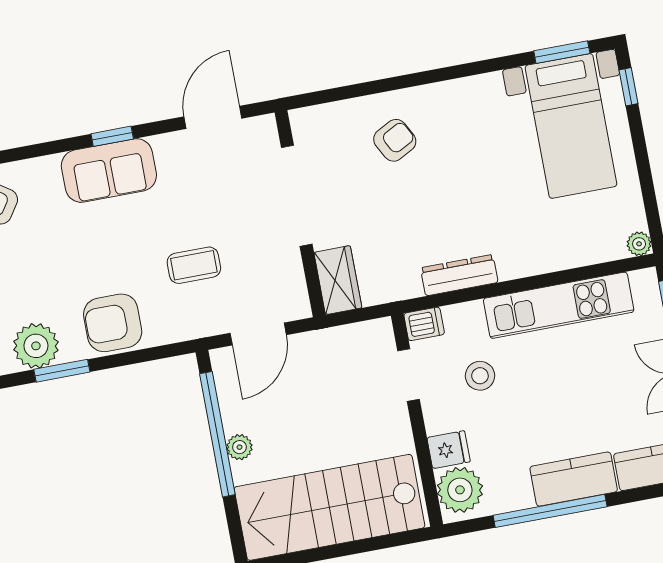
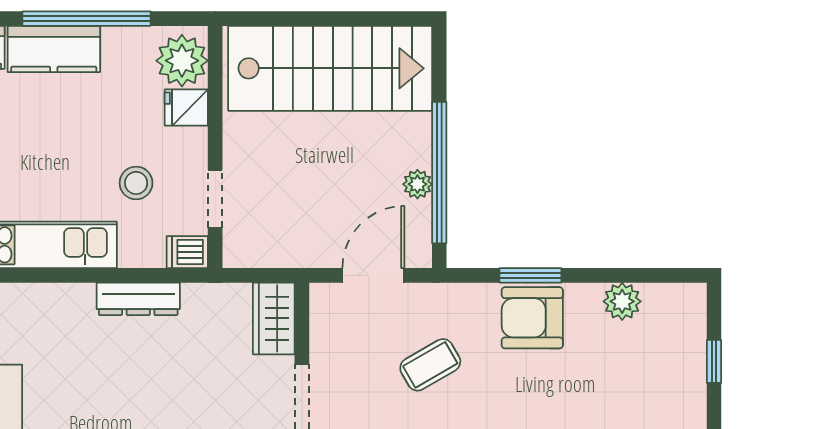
coffee table: (194, 265) -> (430, 365), turned -30
armchair: (113, 323) -> (532, 318), turned 180
plant: (36, 346) -> (622, 301), width x0.73, depth x0.73
window: (62, 371) -> (530, 275), moved
plant: (239, 447) -> (417, 184), moved

